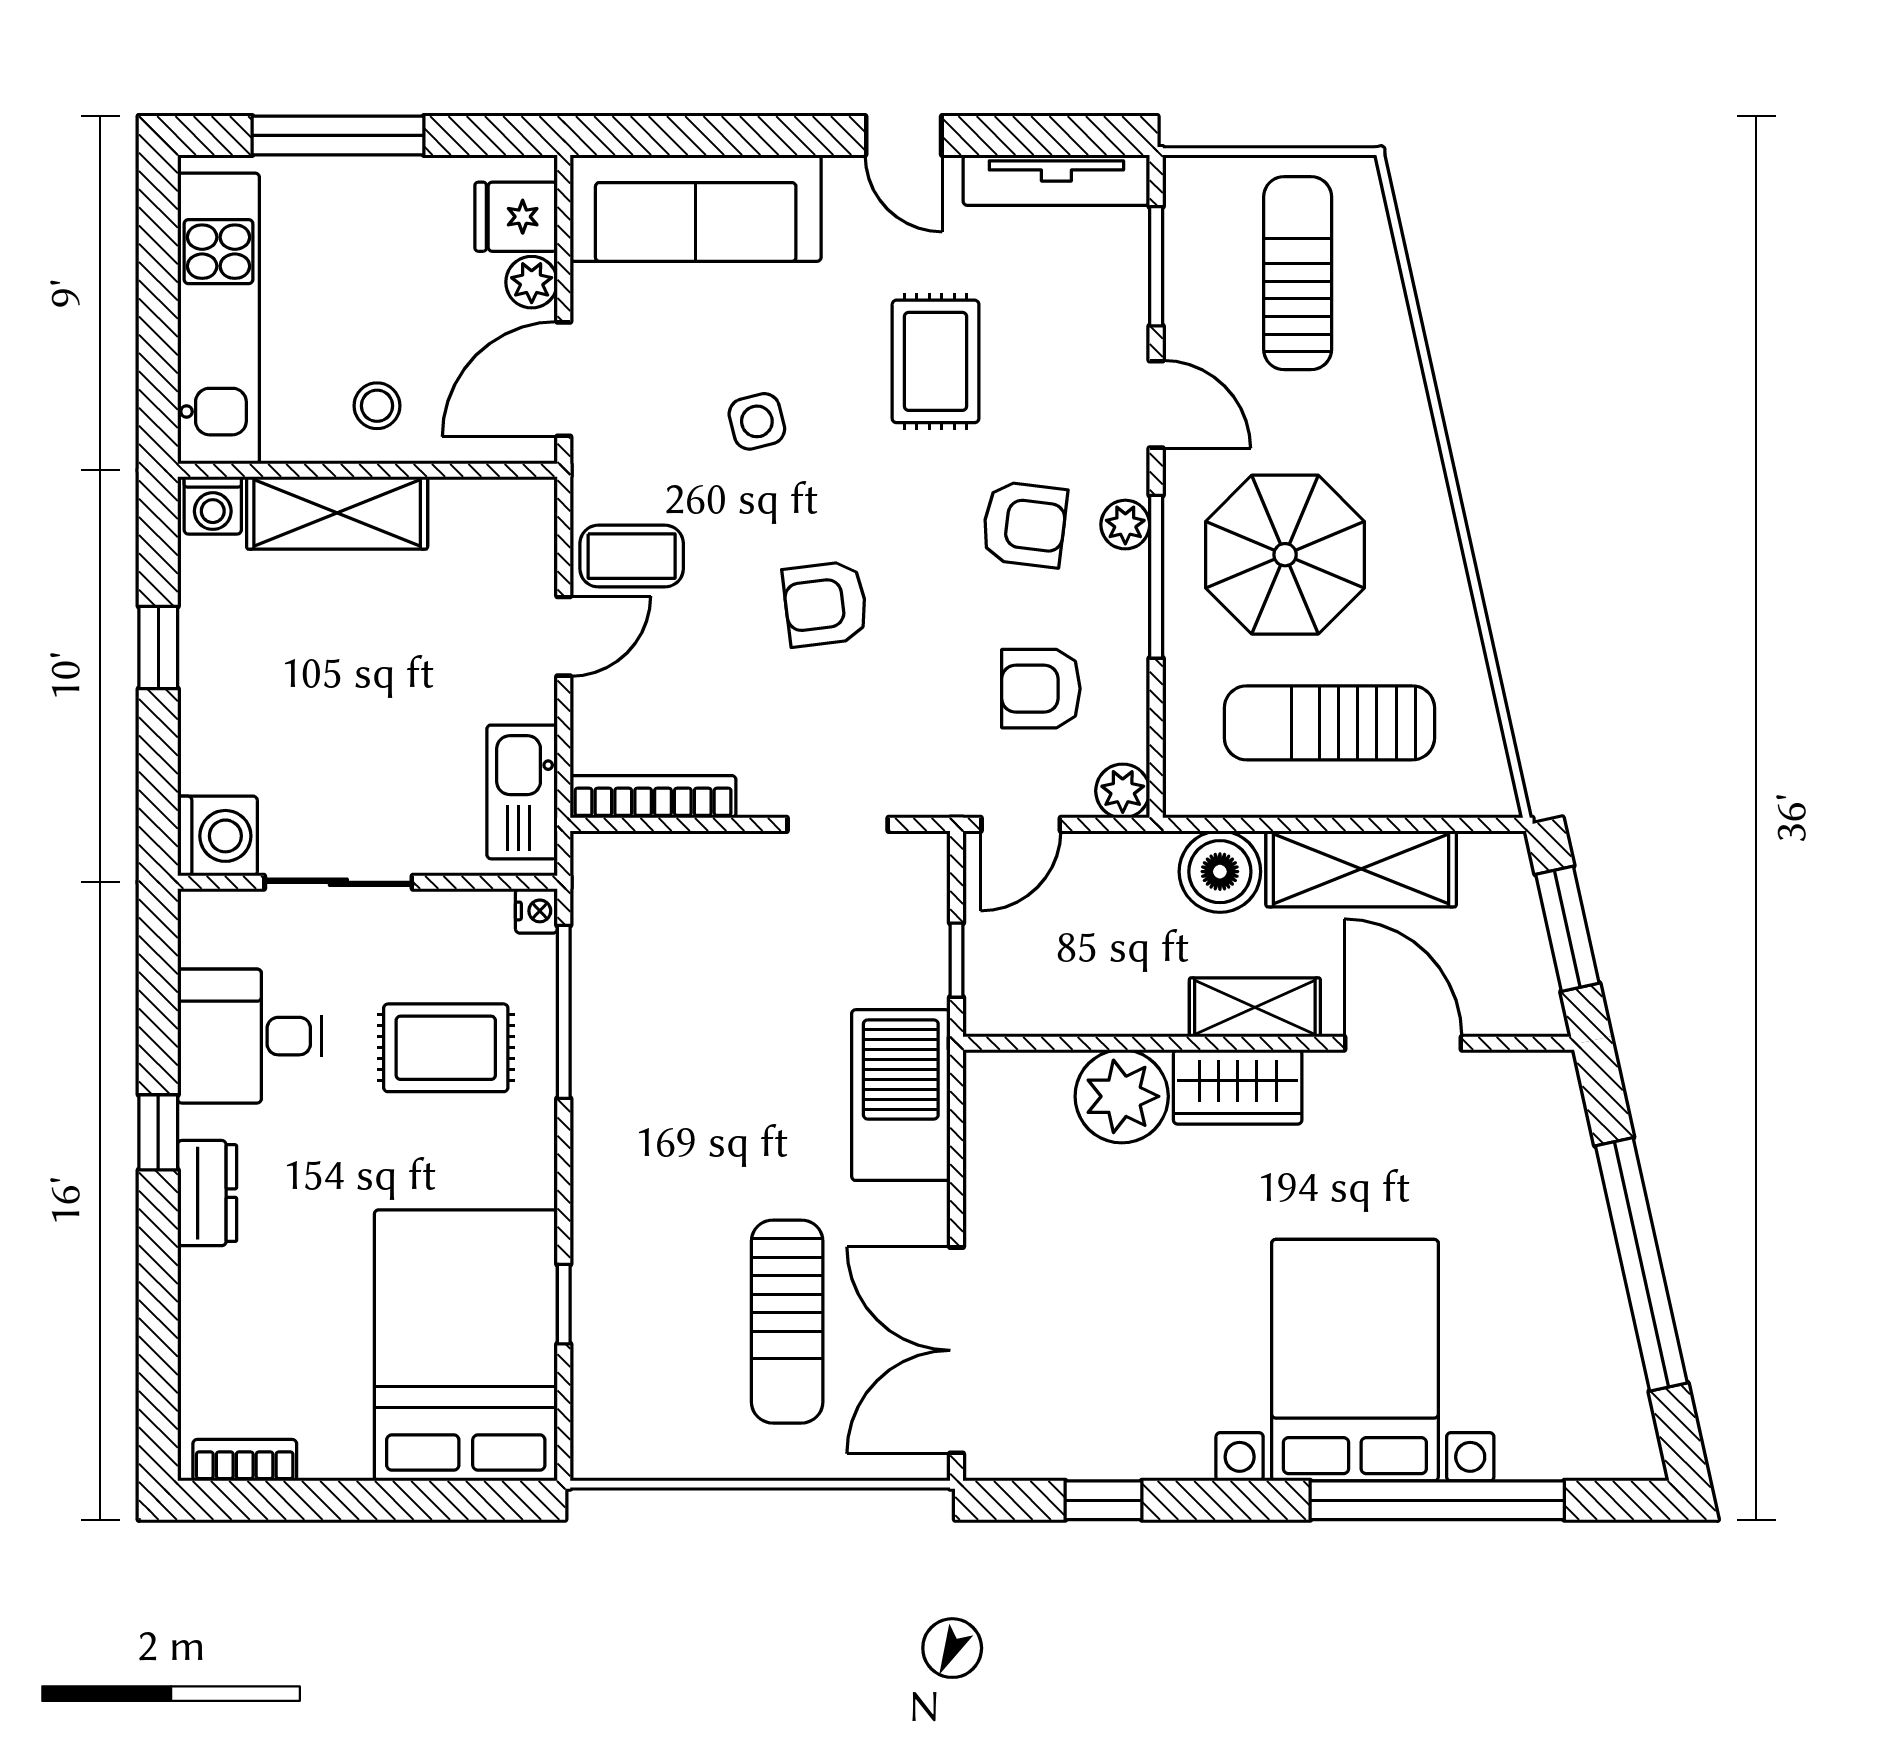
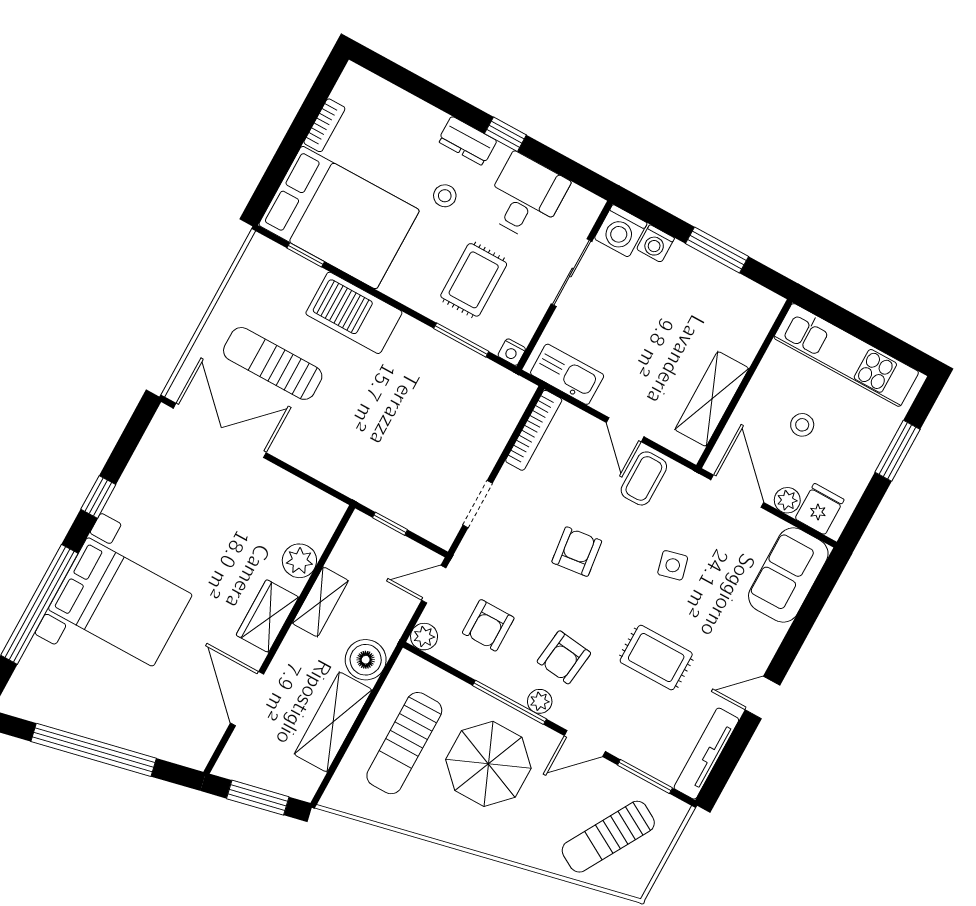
window: (338, 135) -> (897, 451), width x0.69
sofa: (696, 208) -> (788, 575), width x0.73
sun lounger: (1298, 273) -> (608, 837), turned 120
stool: (377, 406) -> (802, 425), moved
washing machine: (213, 505) -> (655, 244), moved, turned -90
shelving: (337, 513) -> (712, 399), moved
window: (158, 647) -> (717, 250), width x1.50
armchair: (1041, 689) -> (488, 625), turned 180
sun lounger: (1329, 723) -> (404, 743), turned 180
door: (1021, 824) -> (434, 584), hinge flipped
shelving: (1255, 1007) -> (320, 602), moved
window: (564, 1012) -> (461, 340), width x0.69
door: (1403, 1043) -> (247, 699), swing flipped
barbecue: (901, 1095) -> (354, 313), moved, turned 180
plant: (1122, 1096) -> (299, 561), width x0.73, depth x0.73
stool: (325, 1180) -> (445, 196), added
window: (564, 1304) -> (306, 255), moved
bookcase: (245, 1460) -> (324, 125), moved
window: (1104, 1500) -> (98, 497), moved

